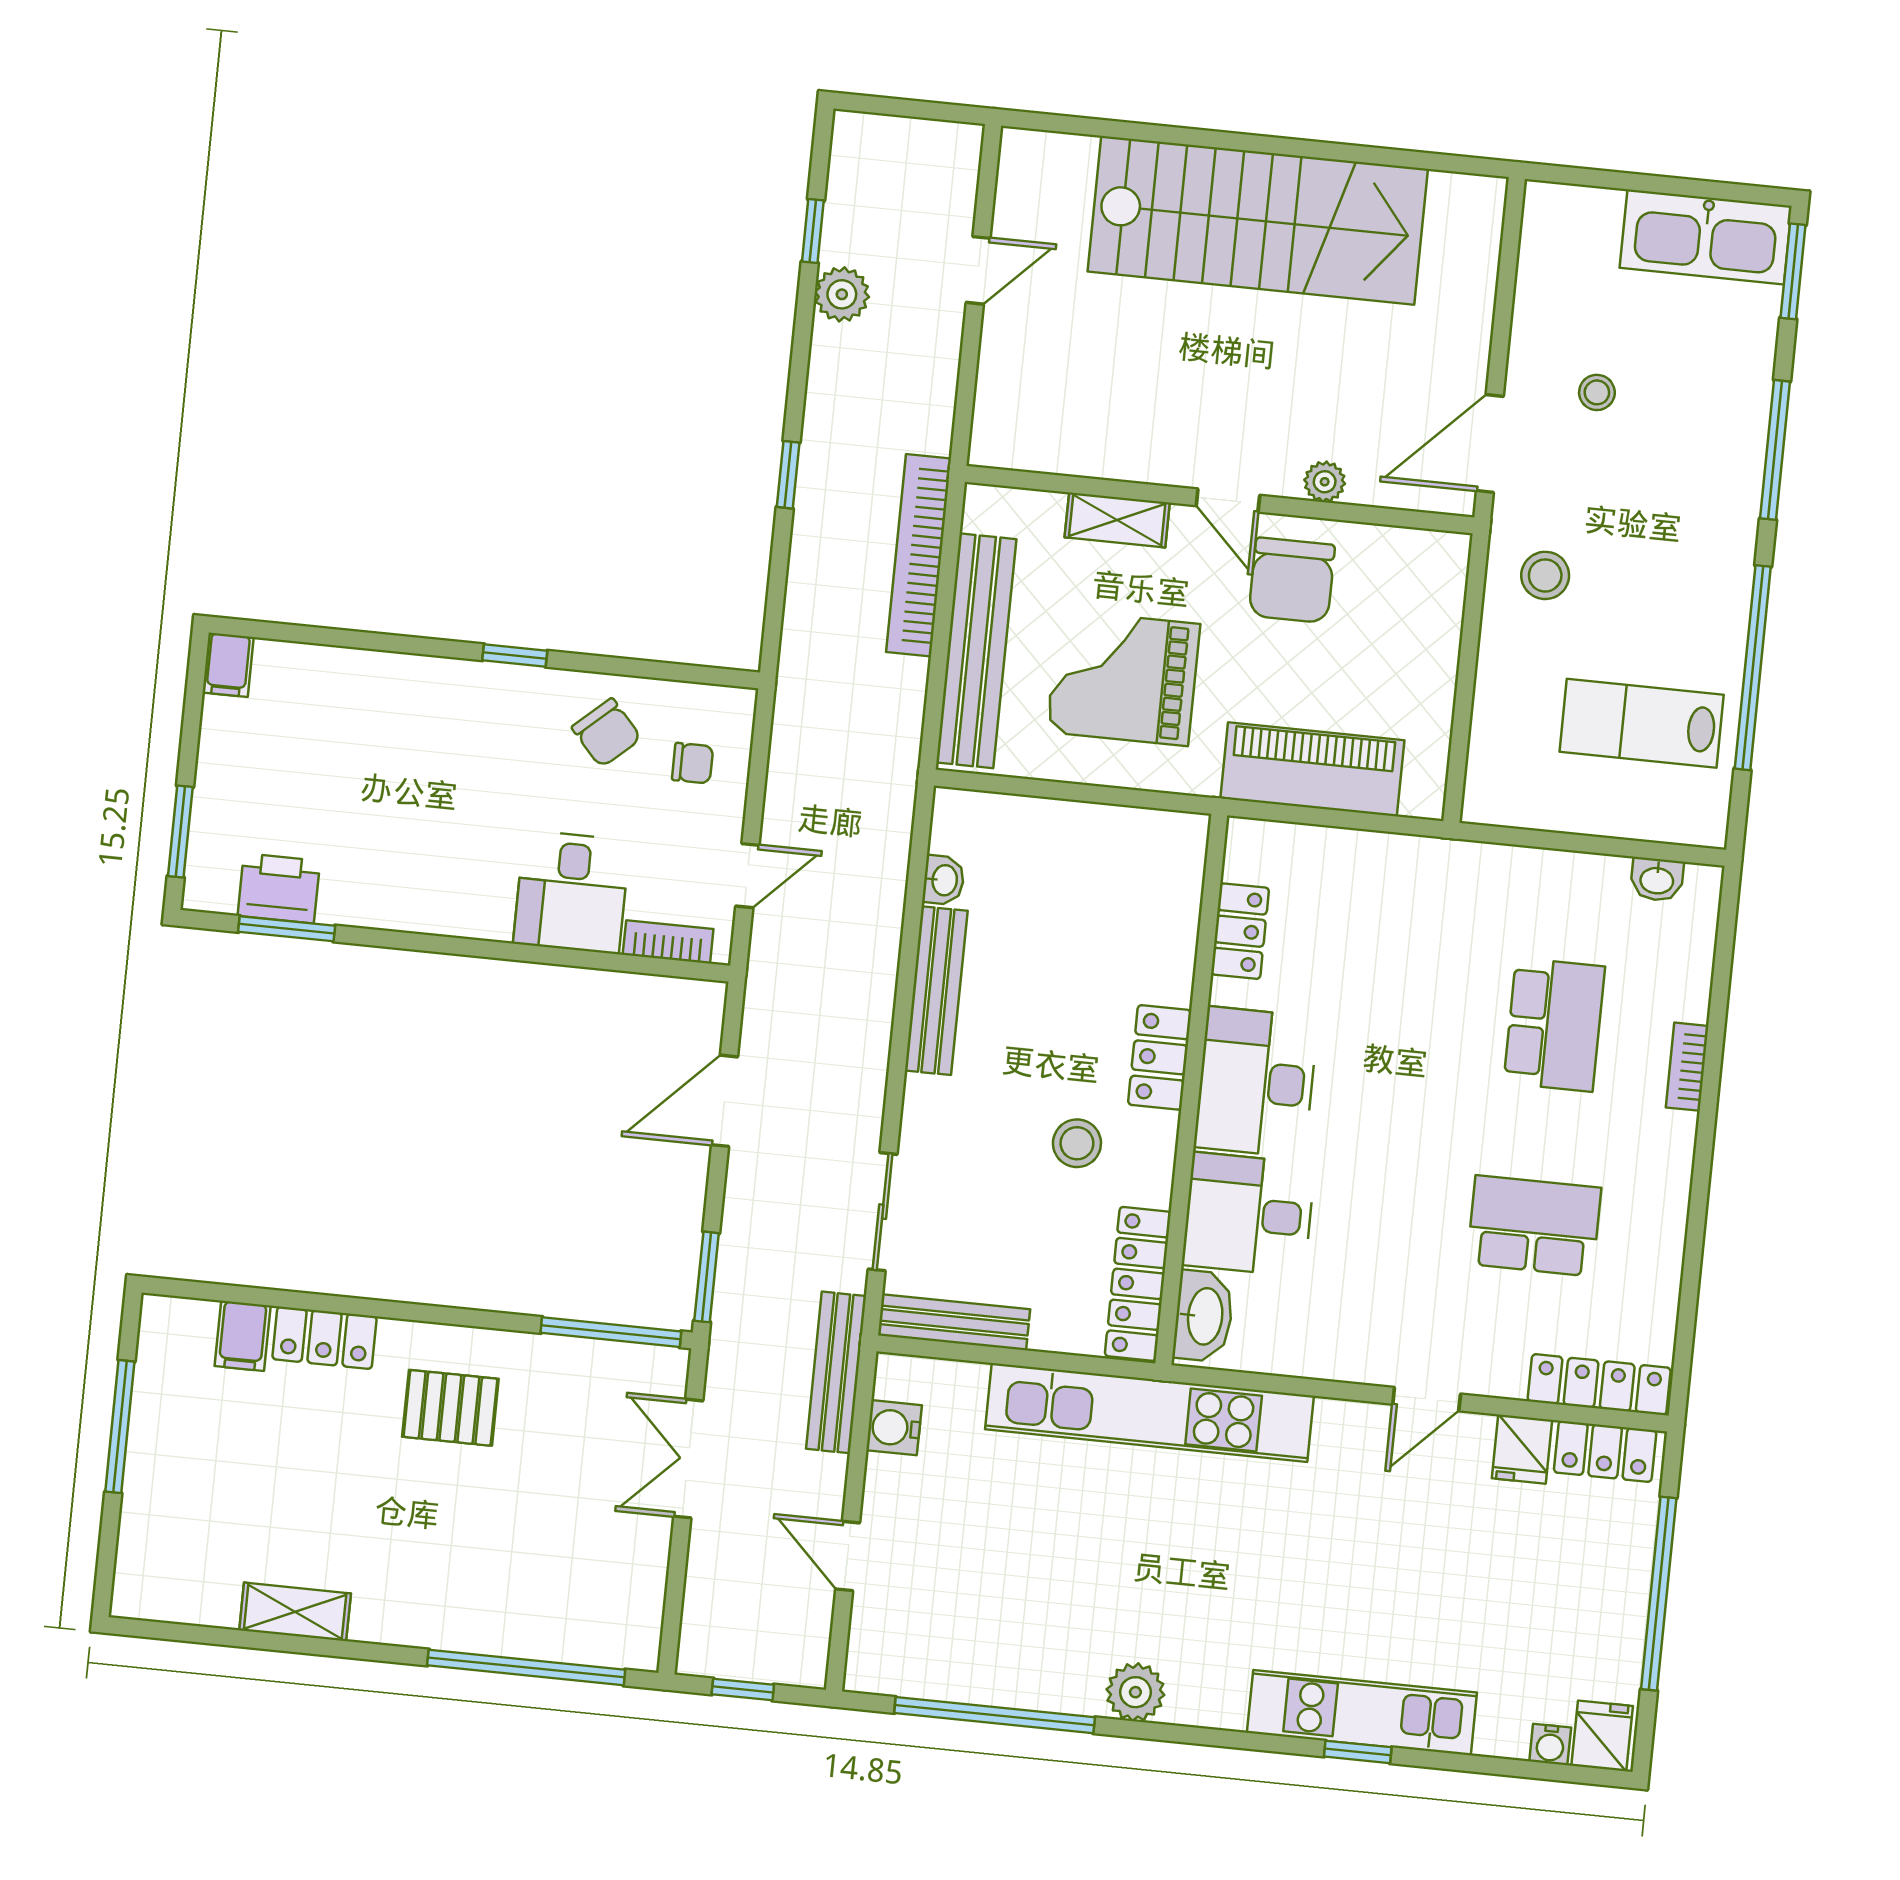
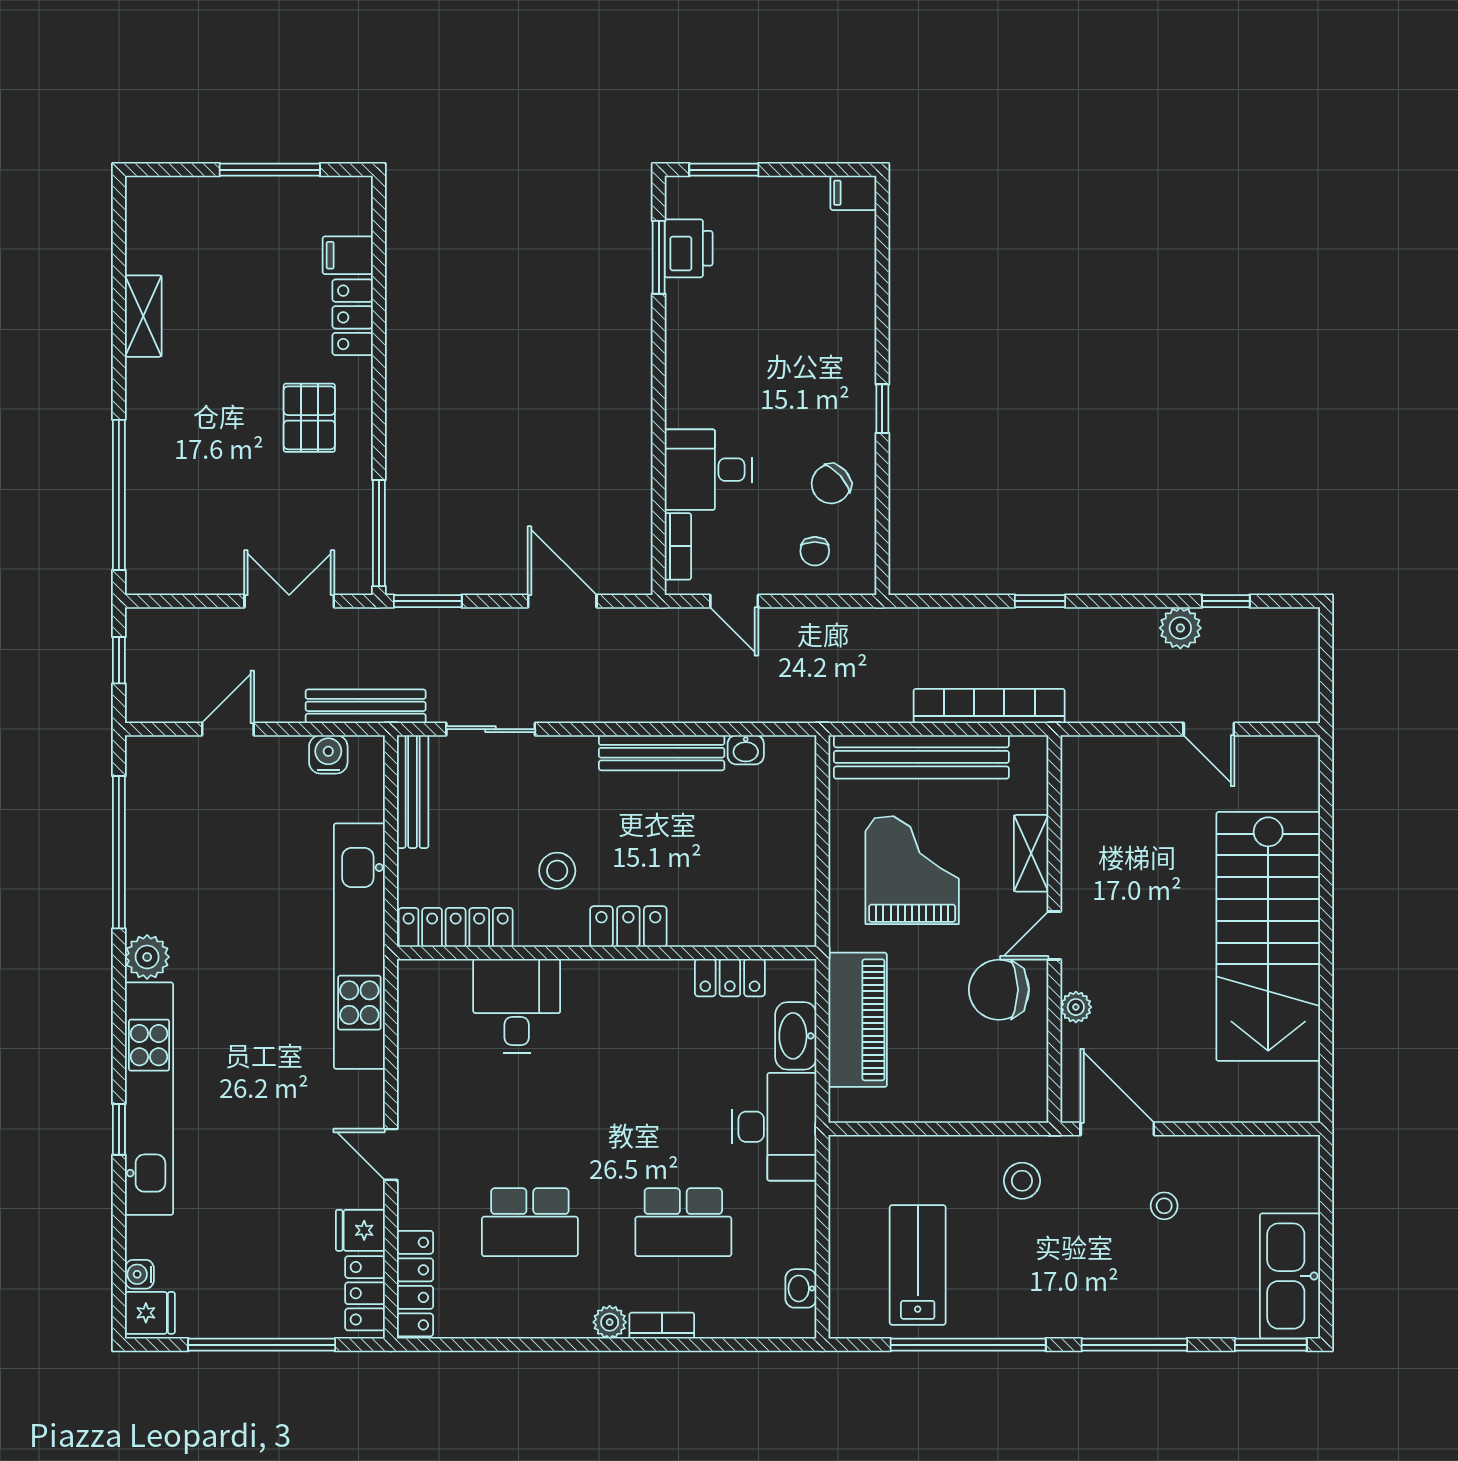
desk: (1256, 1082) -> (774, 1127), moved, turned 90
plant: (1676, 1135) -> (610, 1322), added
school desk: (1534, 1226) -> (530, 1222), turned 90
washbasin: (1204, 1316) -> (796, 1036), moved, turned 90
kitchen unit: (1362, 1713) -> (149, 1099), width x1.36

